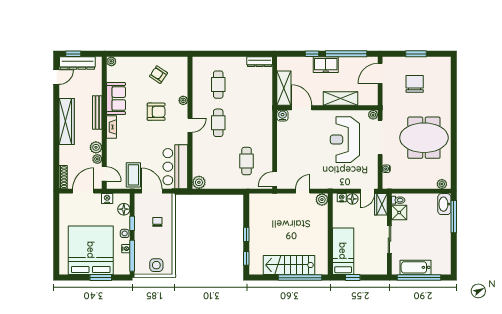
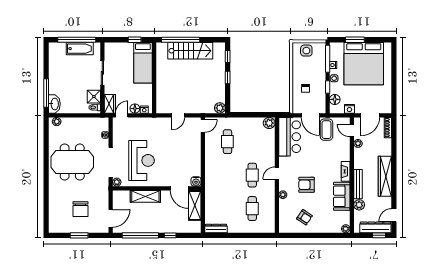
freezer: (326, 65) -> (158, 226), removed
plant: (96, 147) -> (359, 205), moved
plant: (322, 200) -> (220, 108), moved

